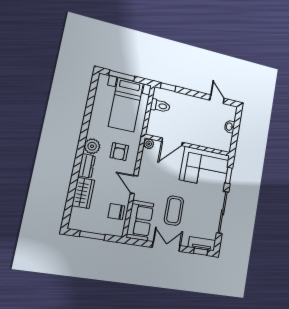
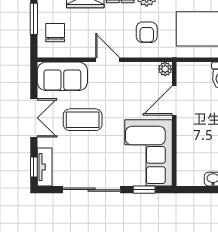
door: (172, 142) -> (174, 100), hinge flipped
armchair: (119, 152) -> (147, 32), turned -90
door: (134, 184) -> (108, 60), hinge flipped
chair: (116, 212) -> (55, 33), moved

